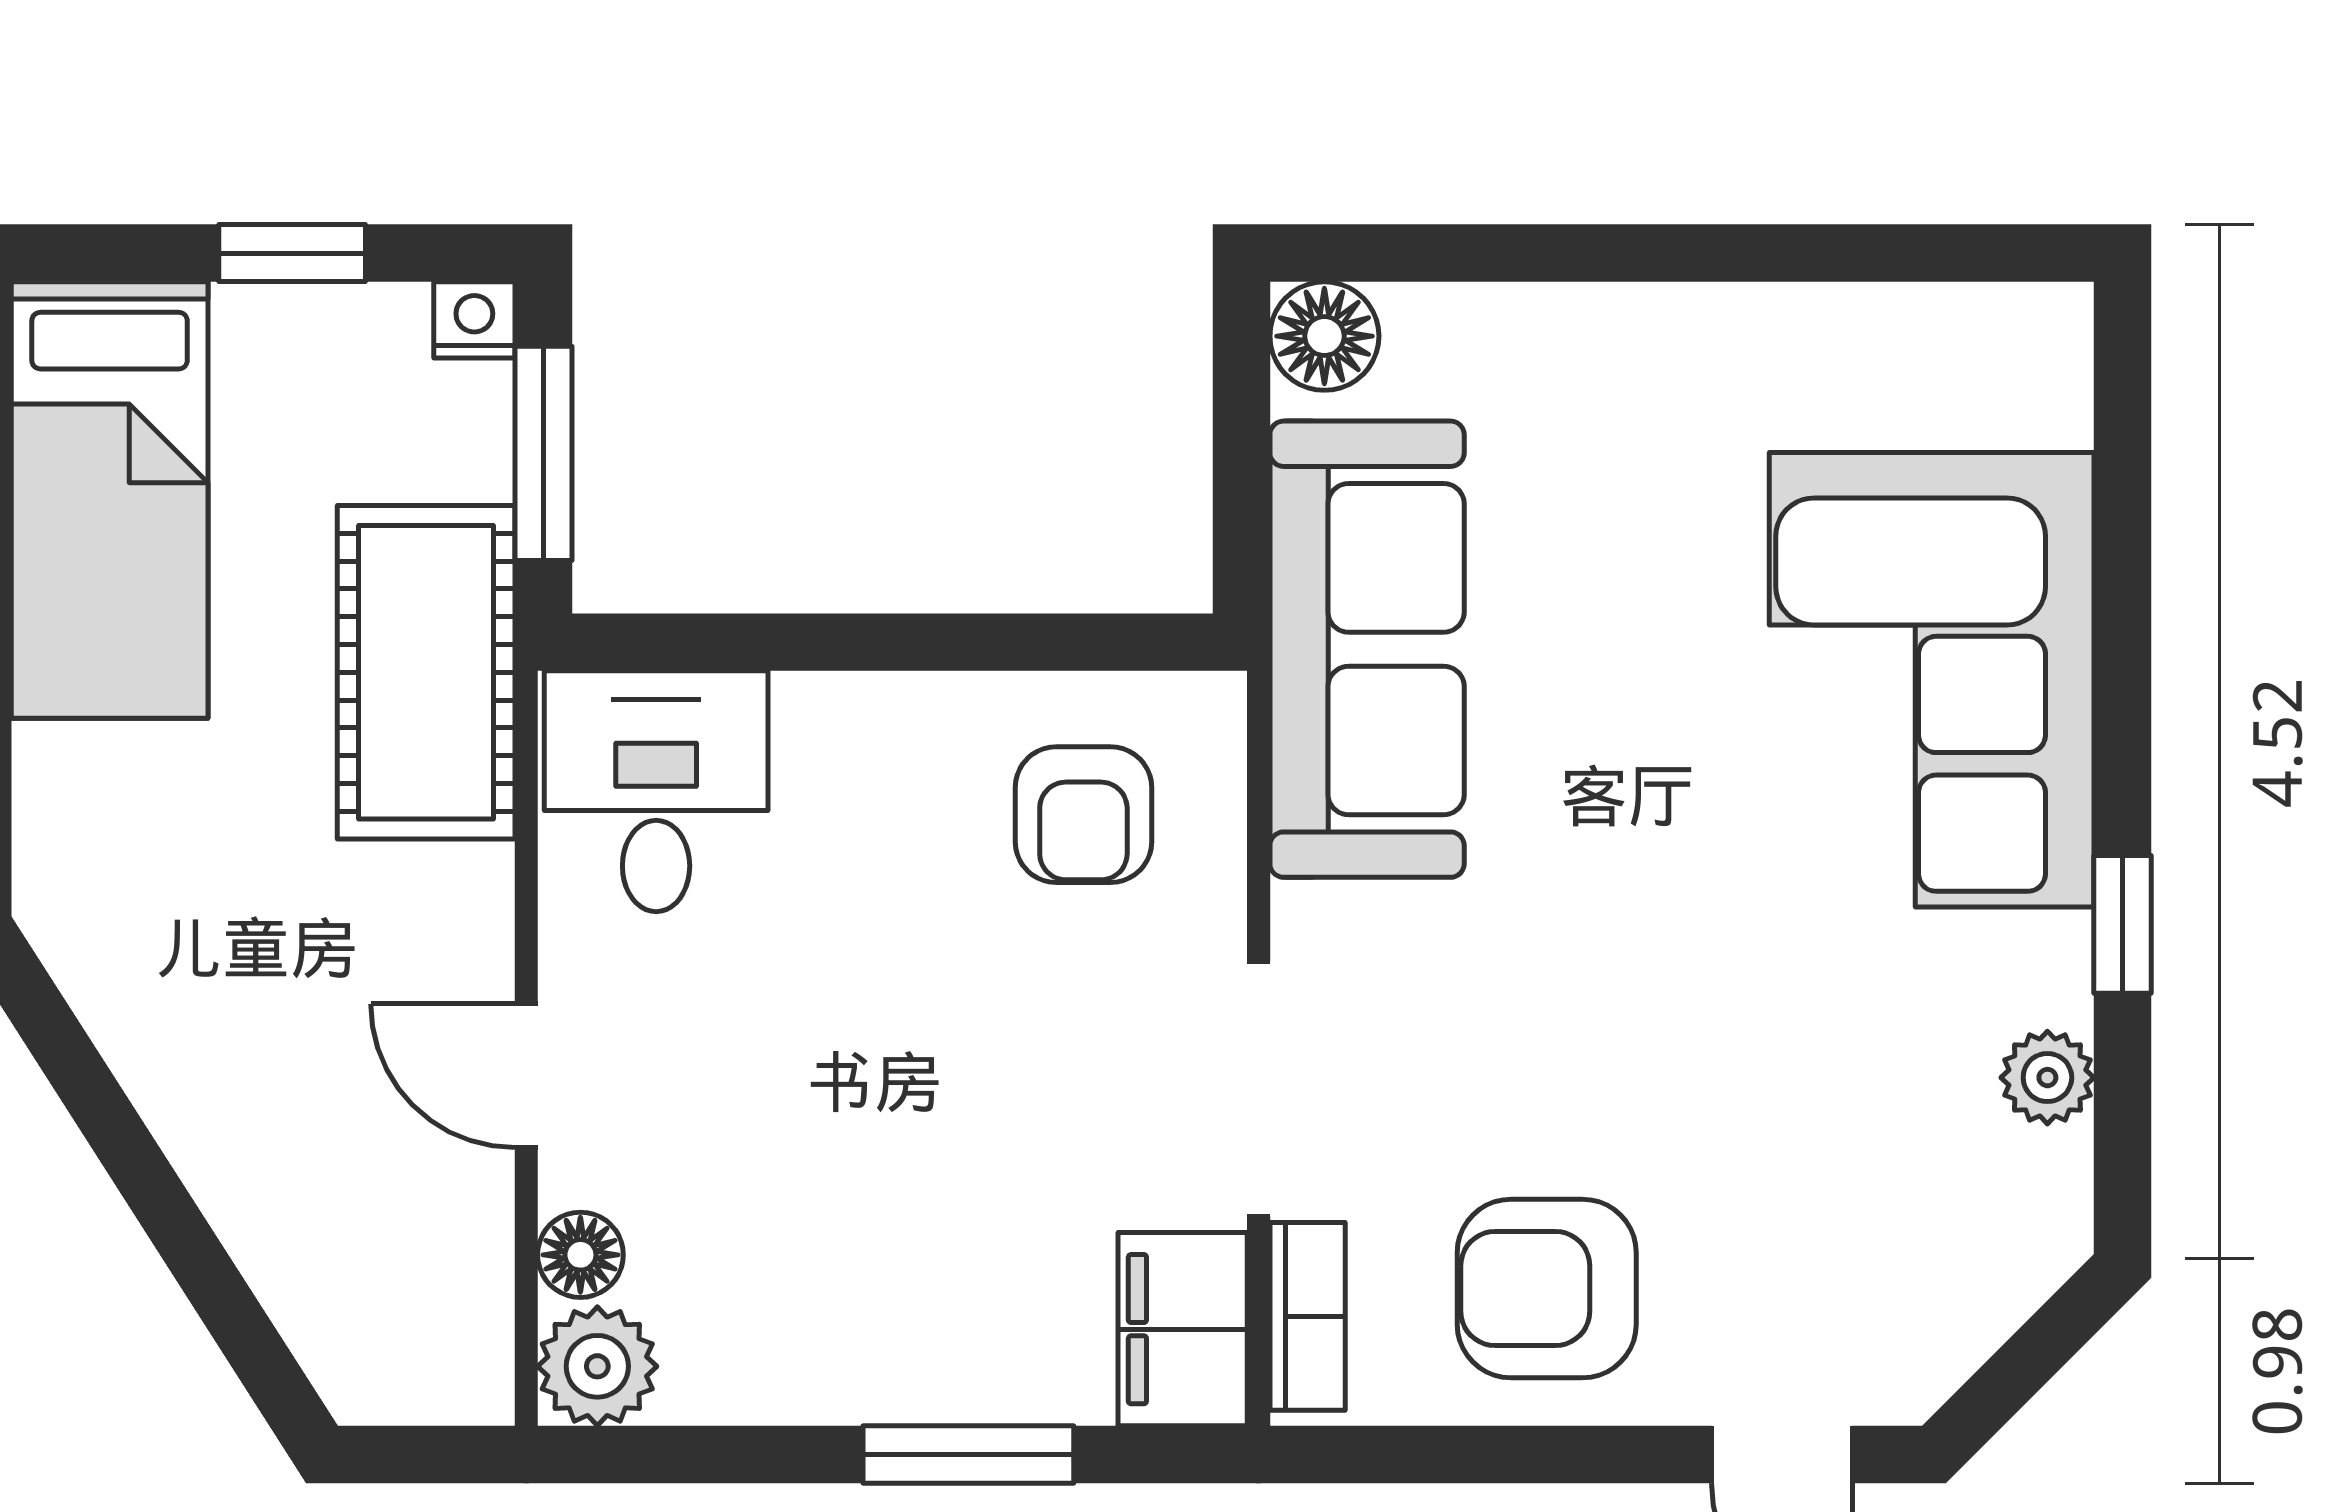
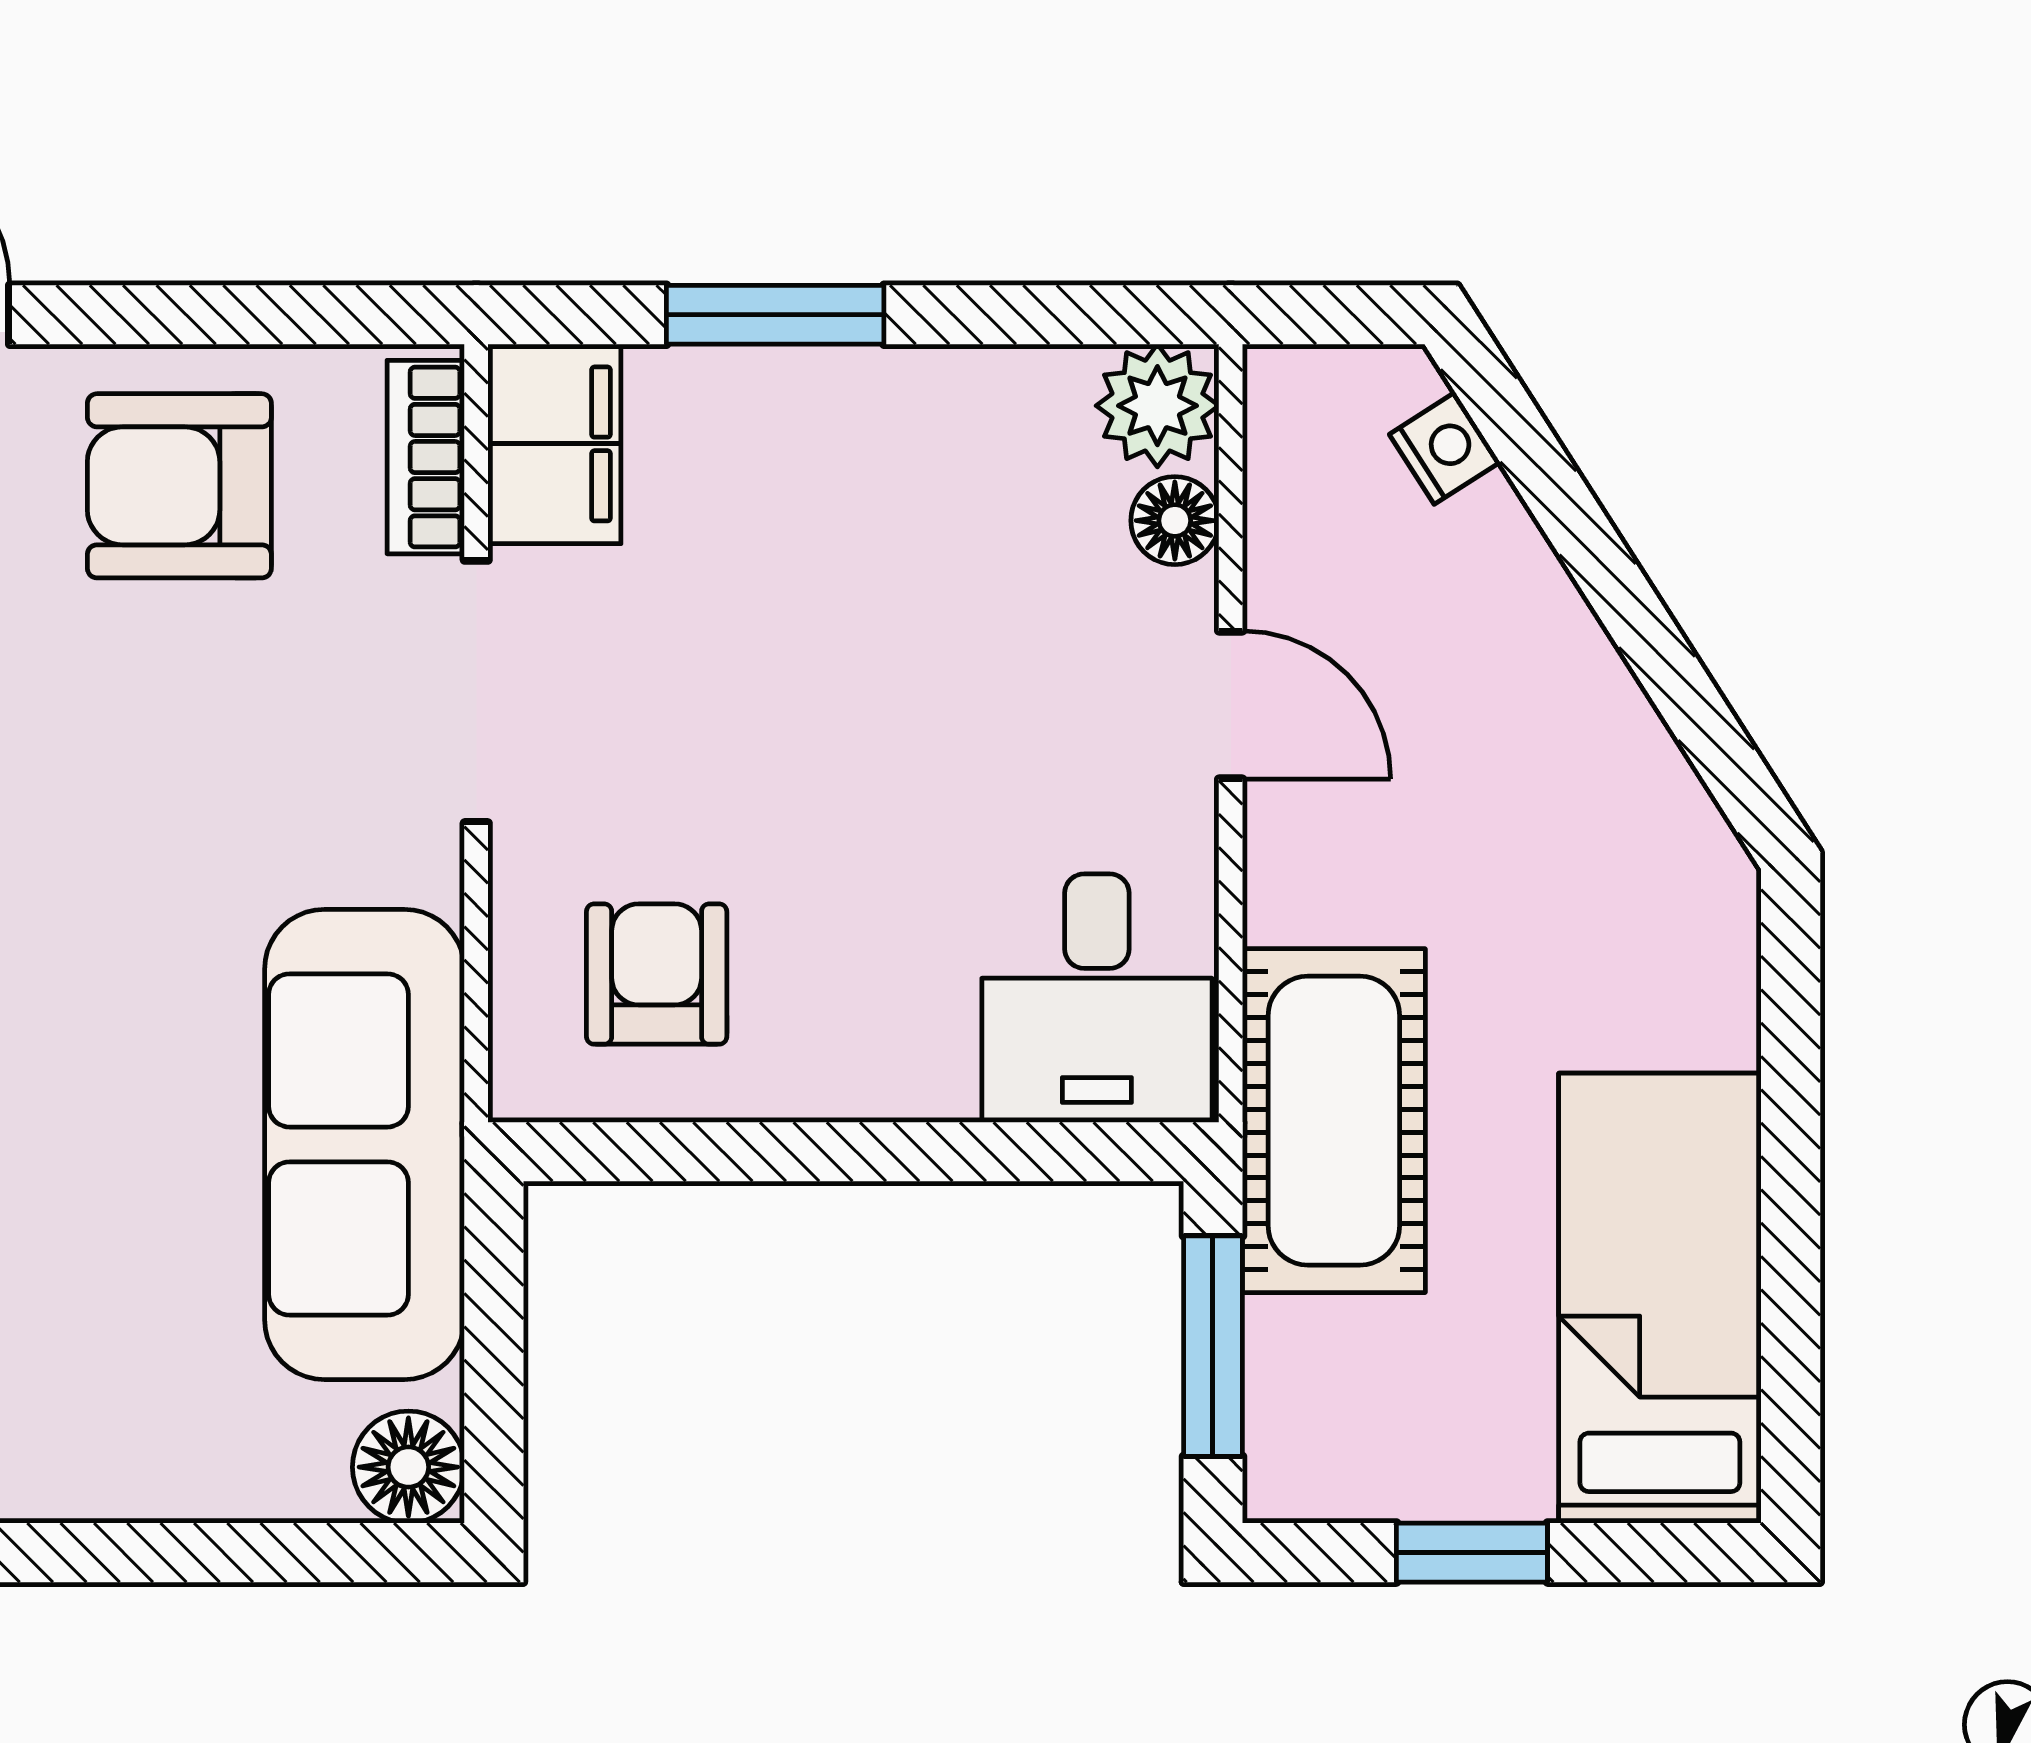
nightstand: (474, 320) -> (1445, 448), moved, turned -123
armchair: (1547, 1289) -> (179, 486), turned 180

